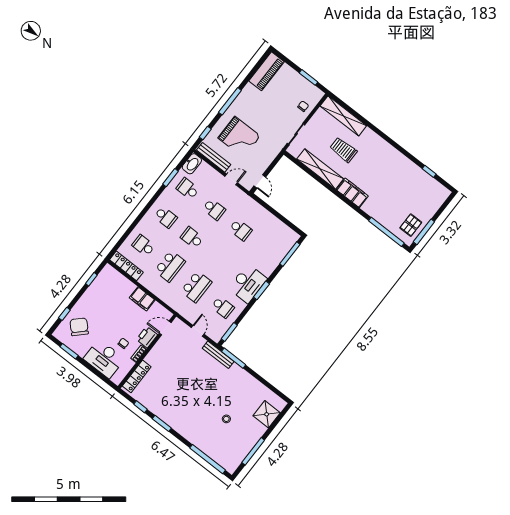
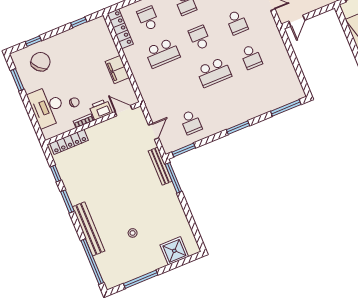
desk: (248, 284) -> (228, 113), removed
school desk: (196, 287) -> (214, 72), moved
bench: (190, 435) -> (89, 229), added

